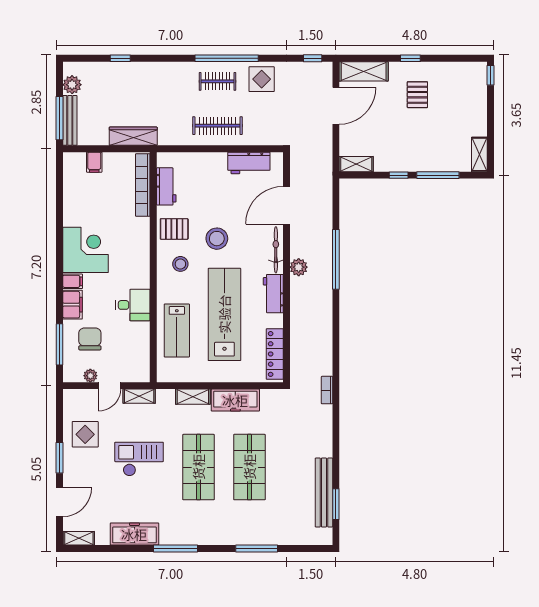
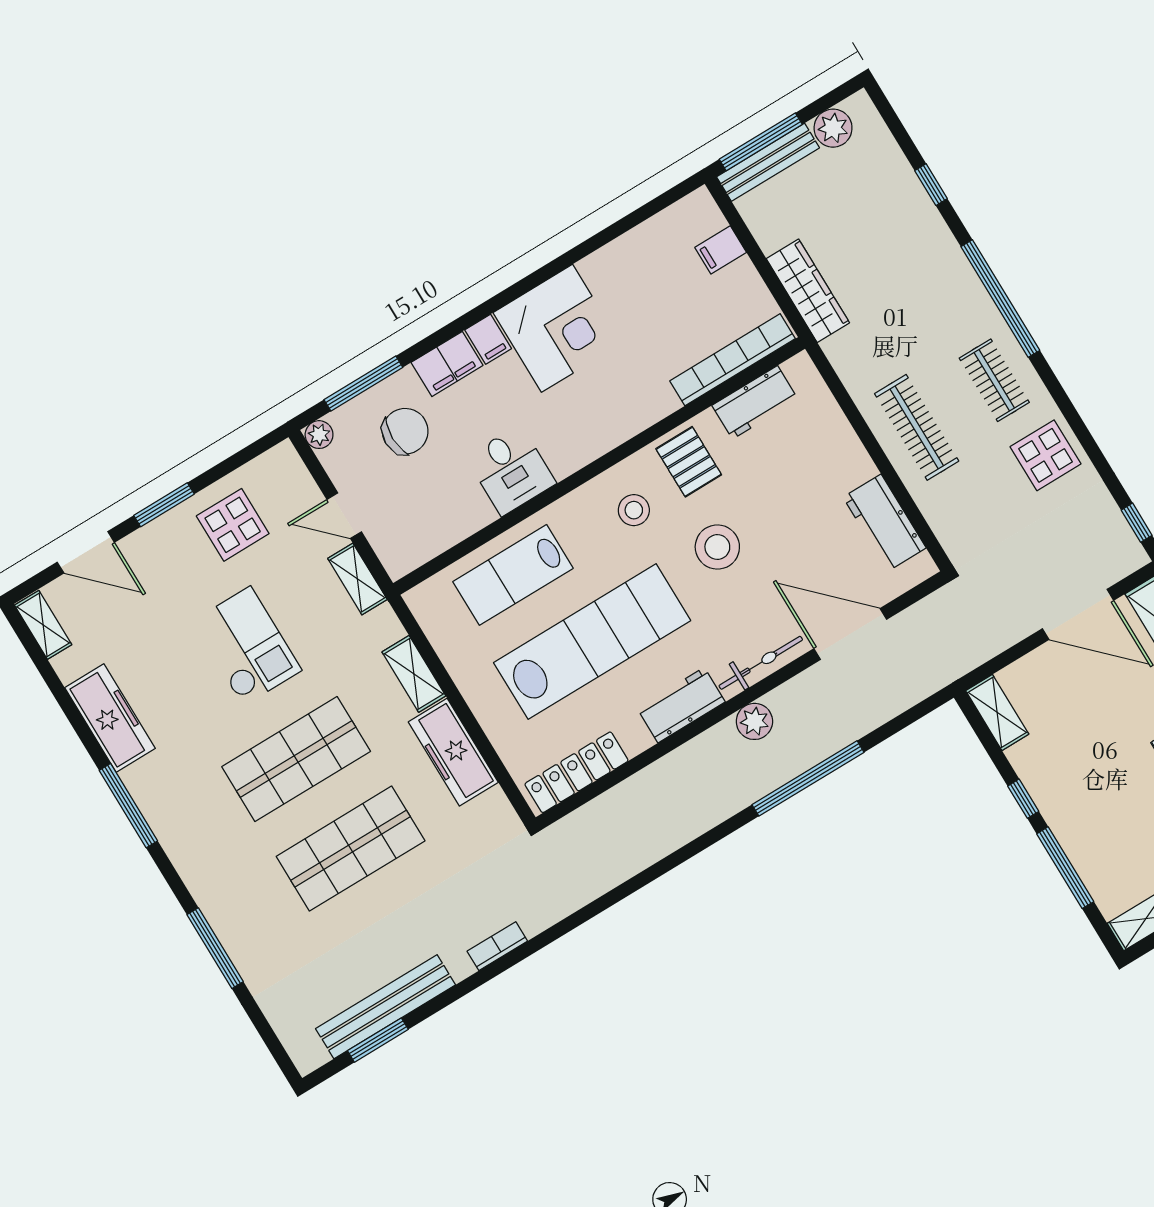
window: (227, 58) -> (1000, 298), moved
plant: (90, 376) -> (319, 435), moved
bookcase: (327, 390) -> (497, 946), moved

